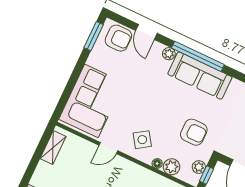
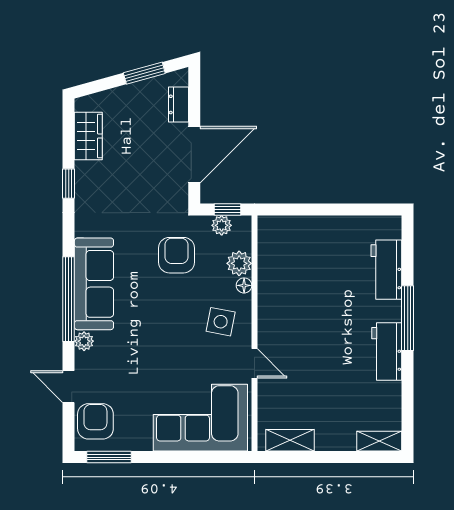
door: (146, 32) -> (69, 387), swing flipped
side table: (142, 140) -> (221, 322), turned 45

